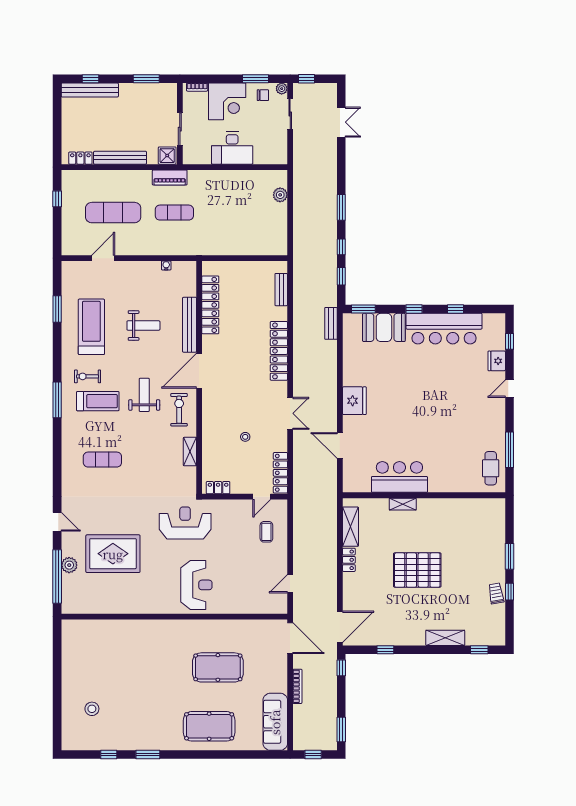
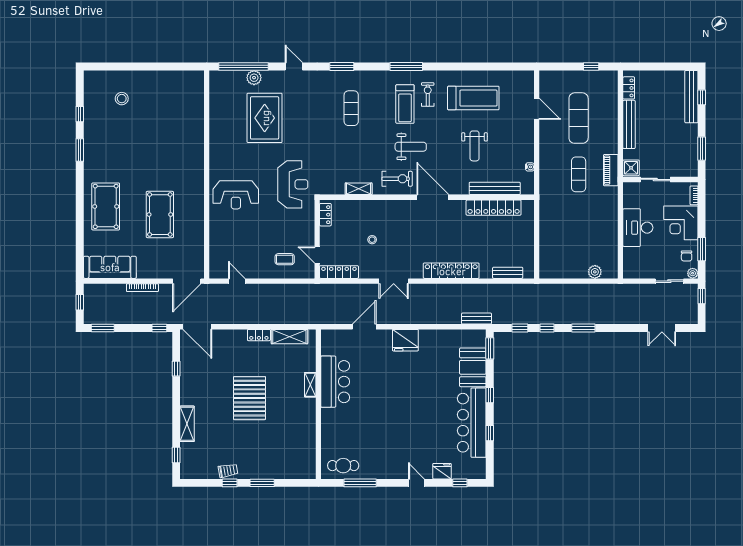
window: (57, 309) -> (342, 67), moved
bench: (190, 325) -> (495, 188), moved
door: (57, 522) -> (294, 67), swing flipped

